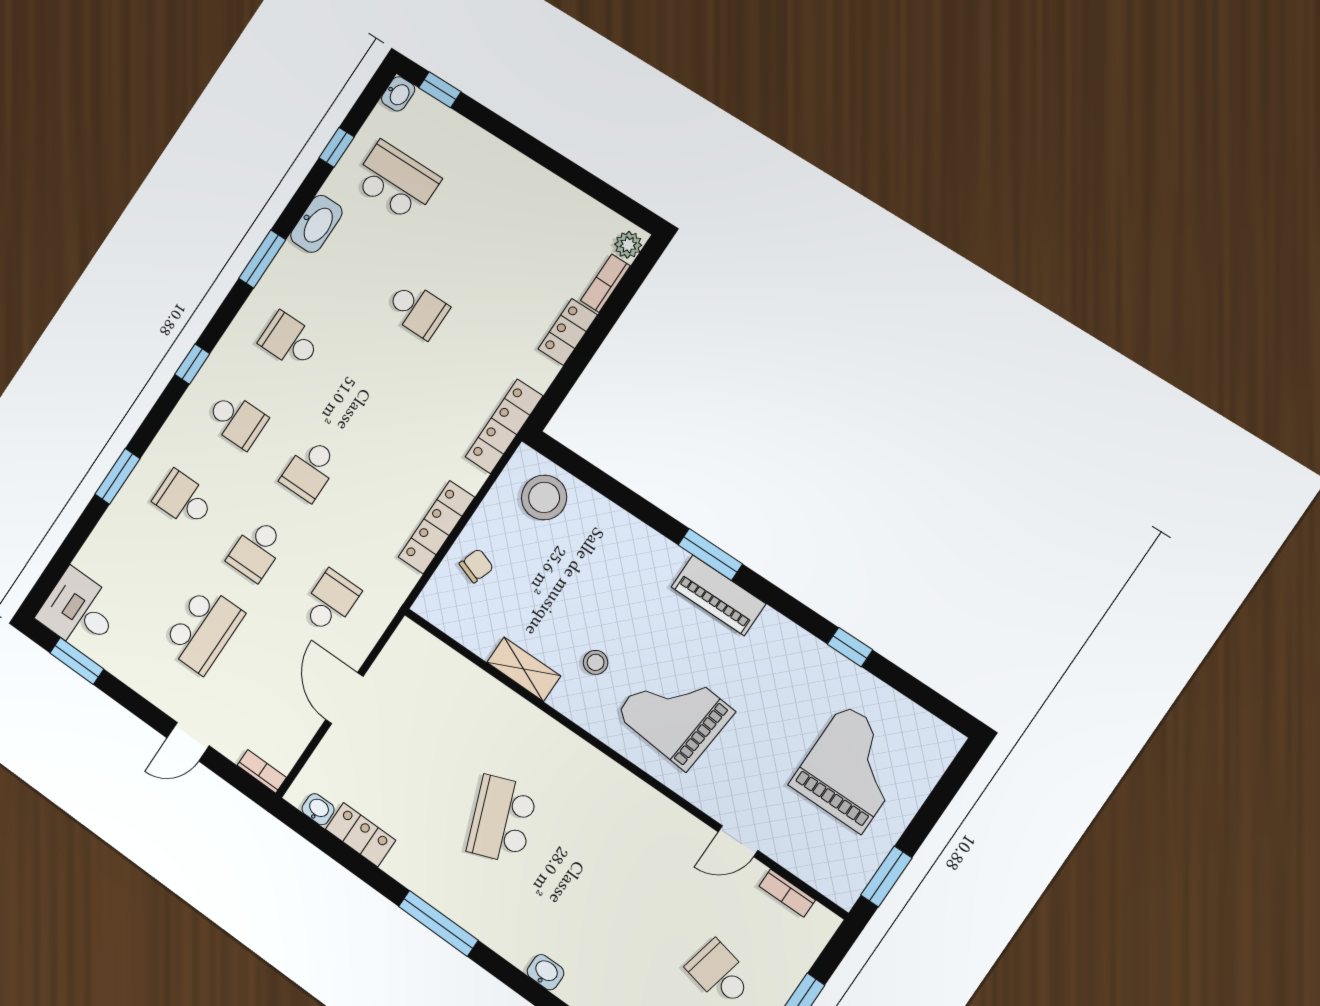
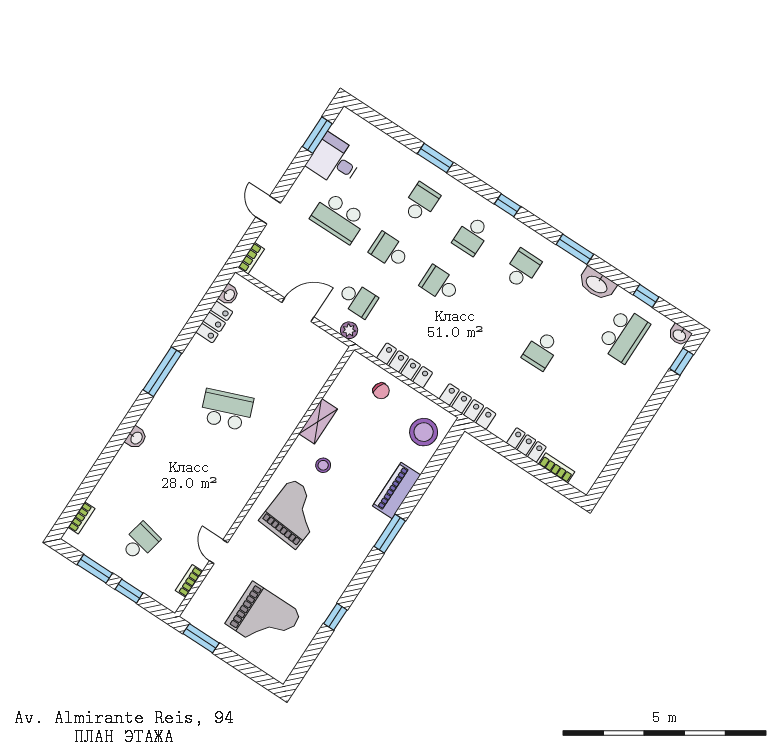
plant: (628, 245) -> (349, 330), moved
piano: (718, 595) -> (397, 490), moved
desk: (79, 611) -> (335, 161), moved, turned -90

